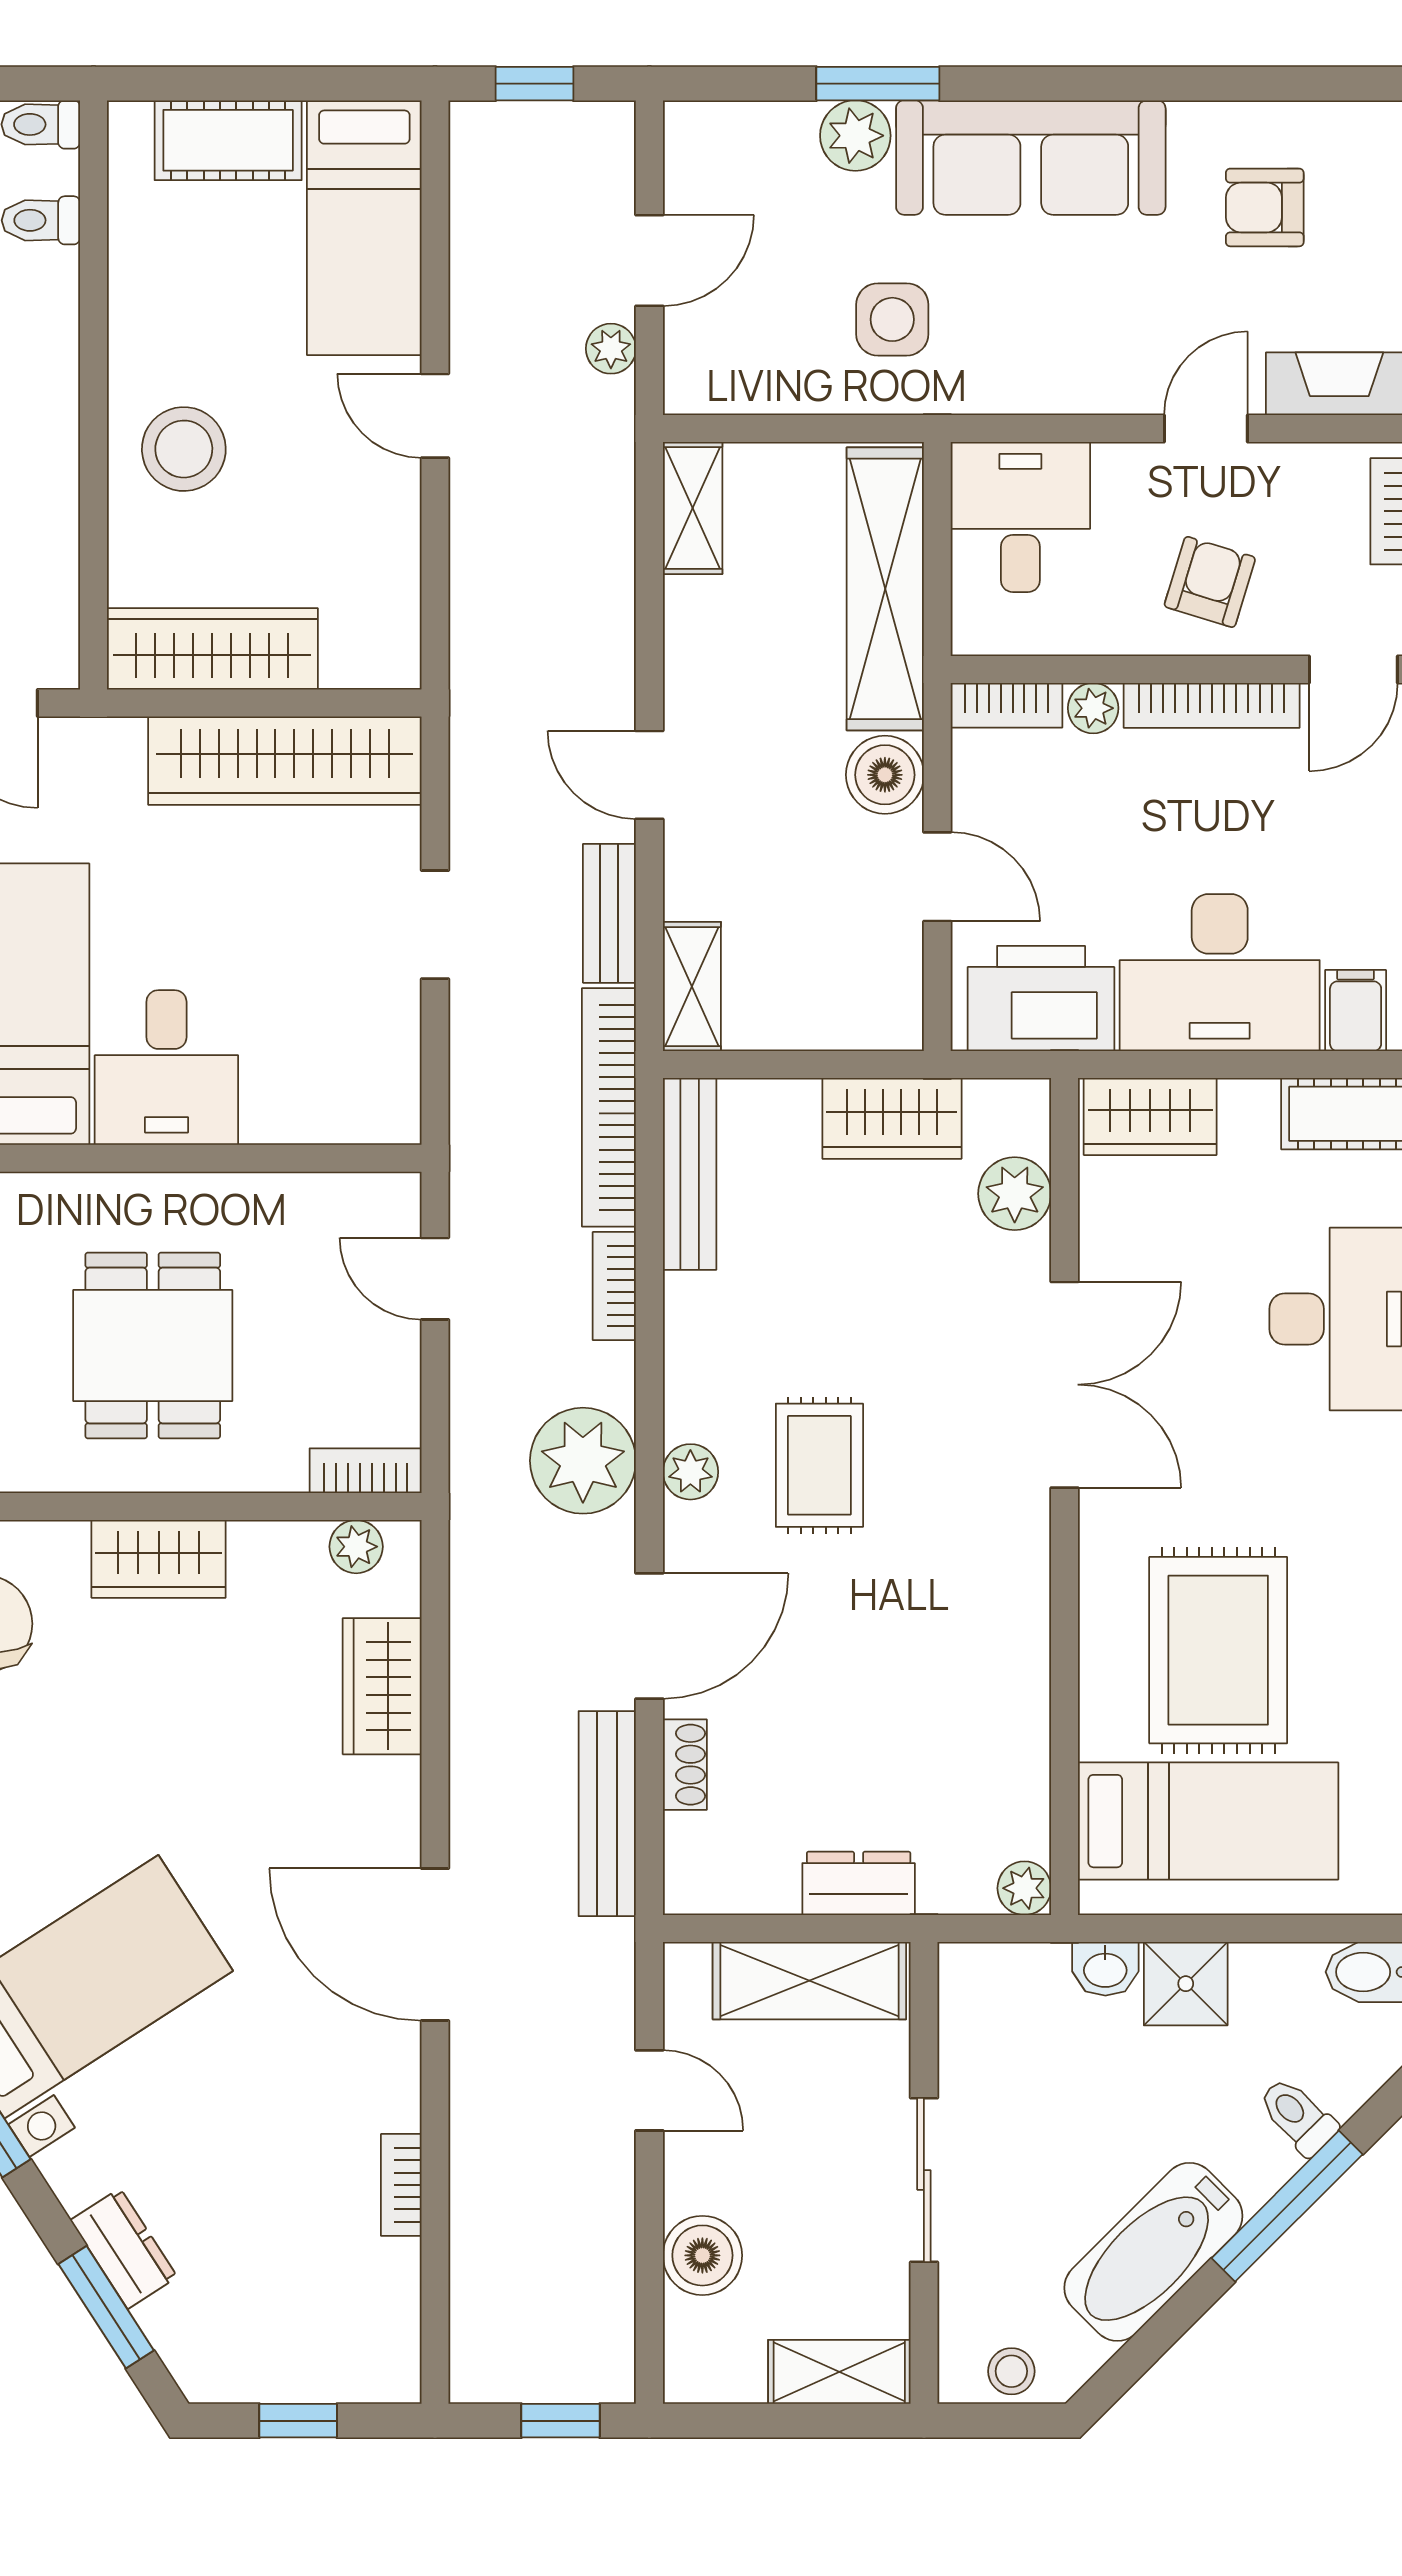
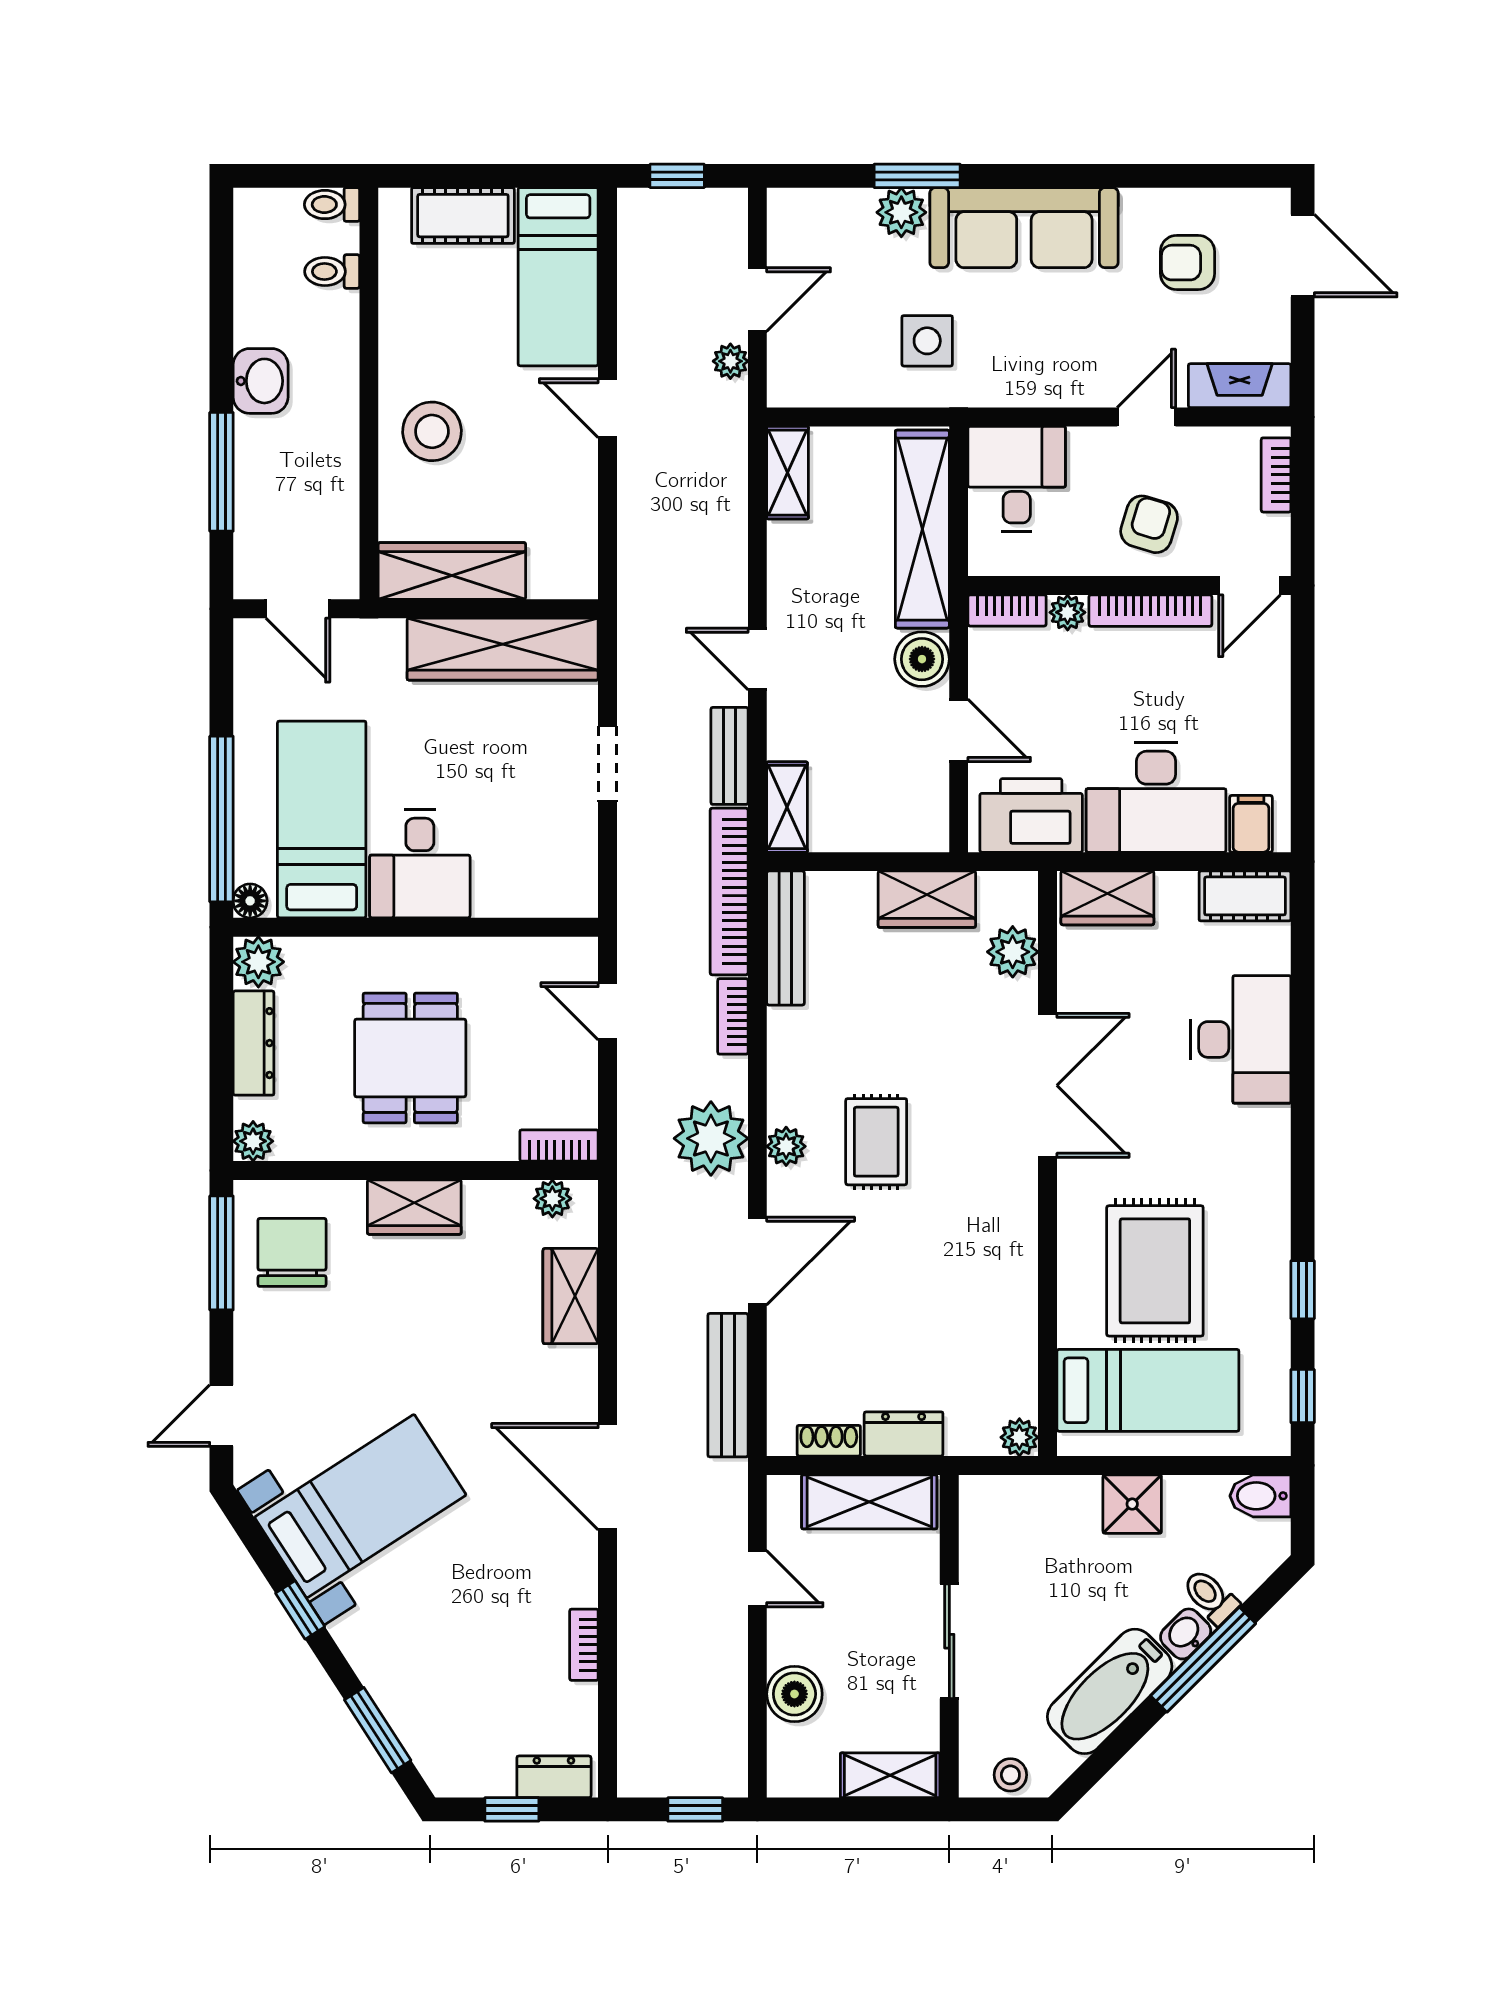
shoe rack: (685, 1765) -> (829, 1441), moved, turned -90
washbasin: (1105, 1969) -> (1186, 1634), moved, turned 135
dresser: (124, 2249) -> (554, 1777), moved, turned -57

